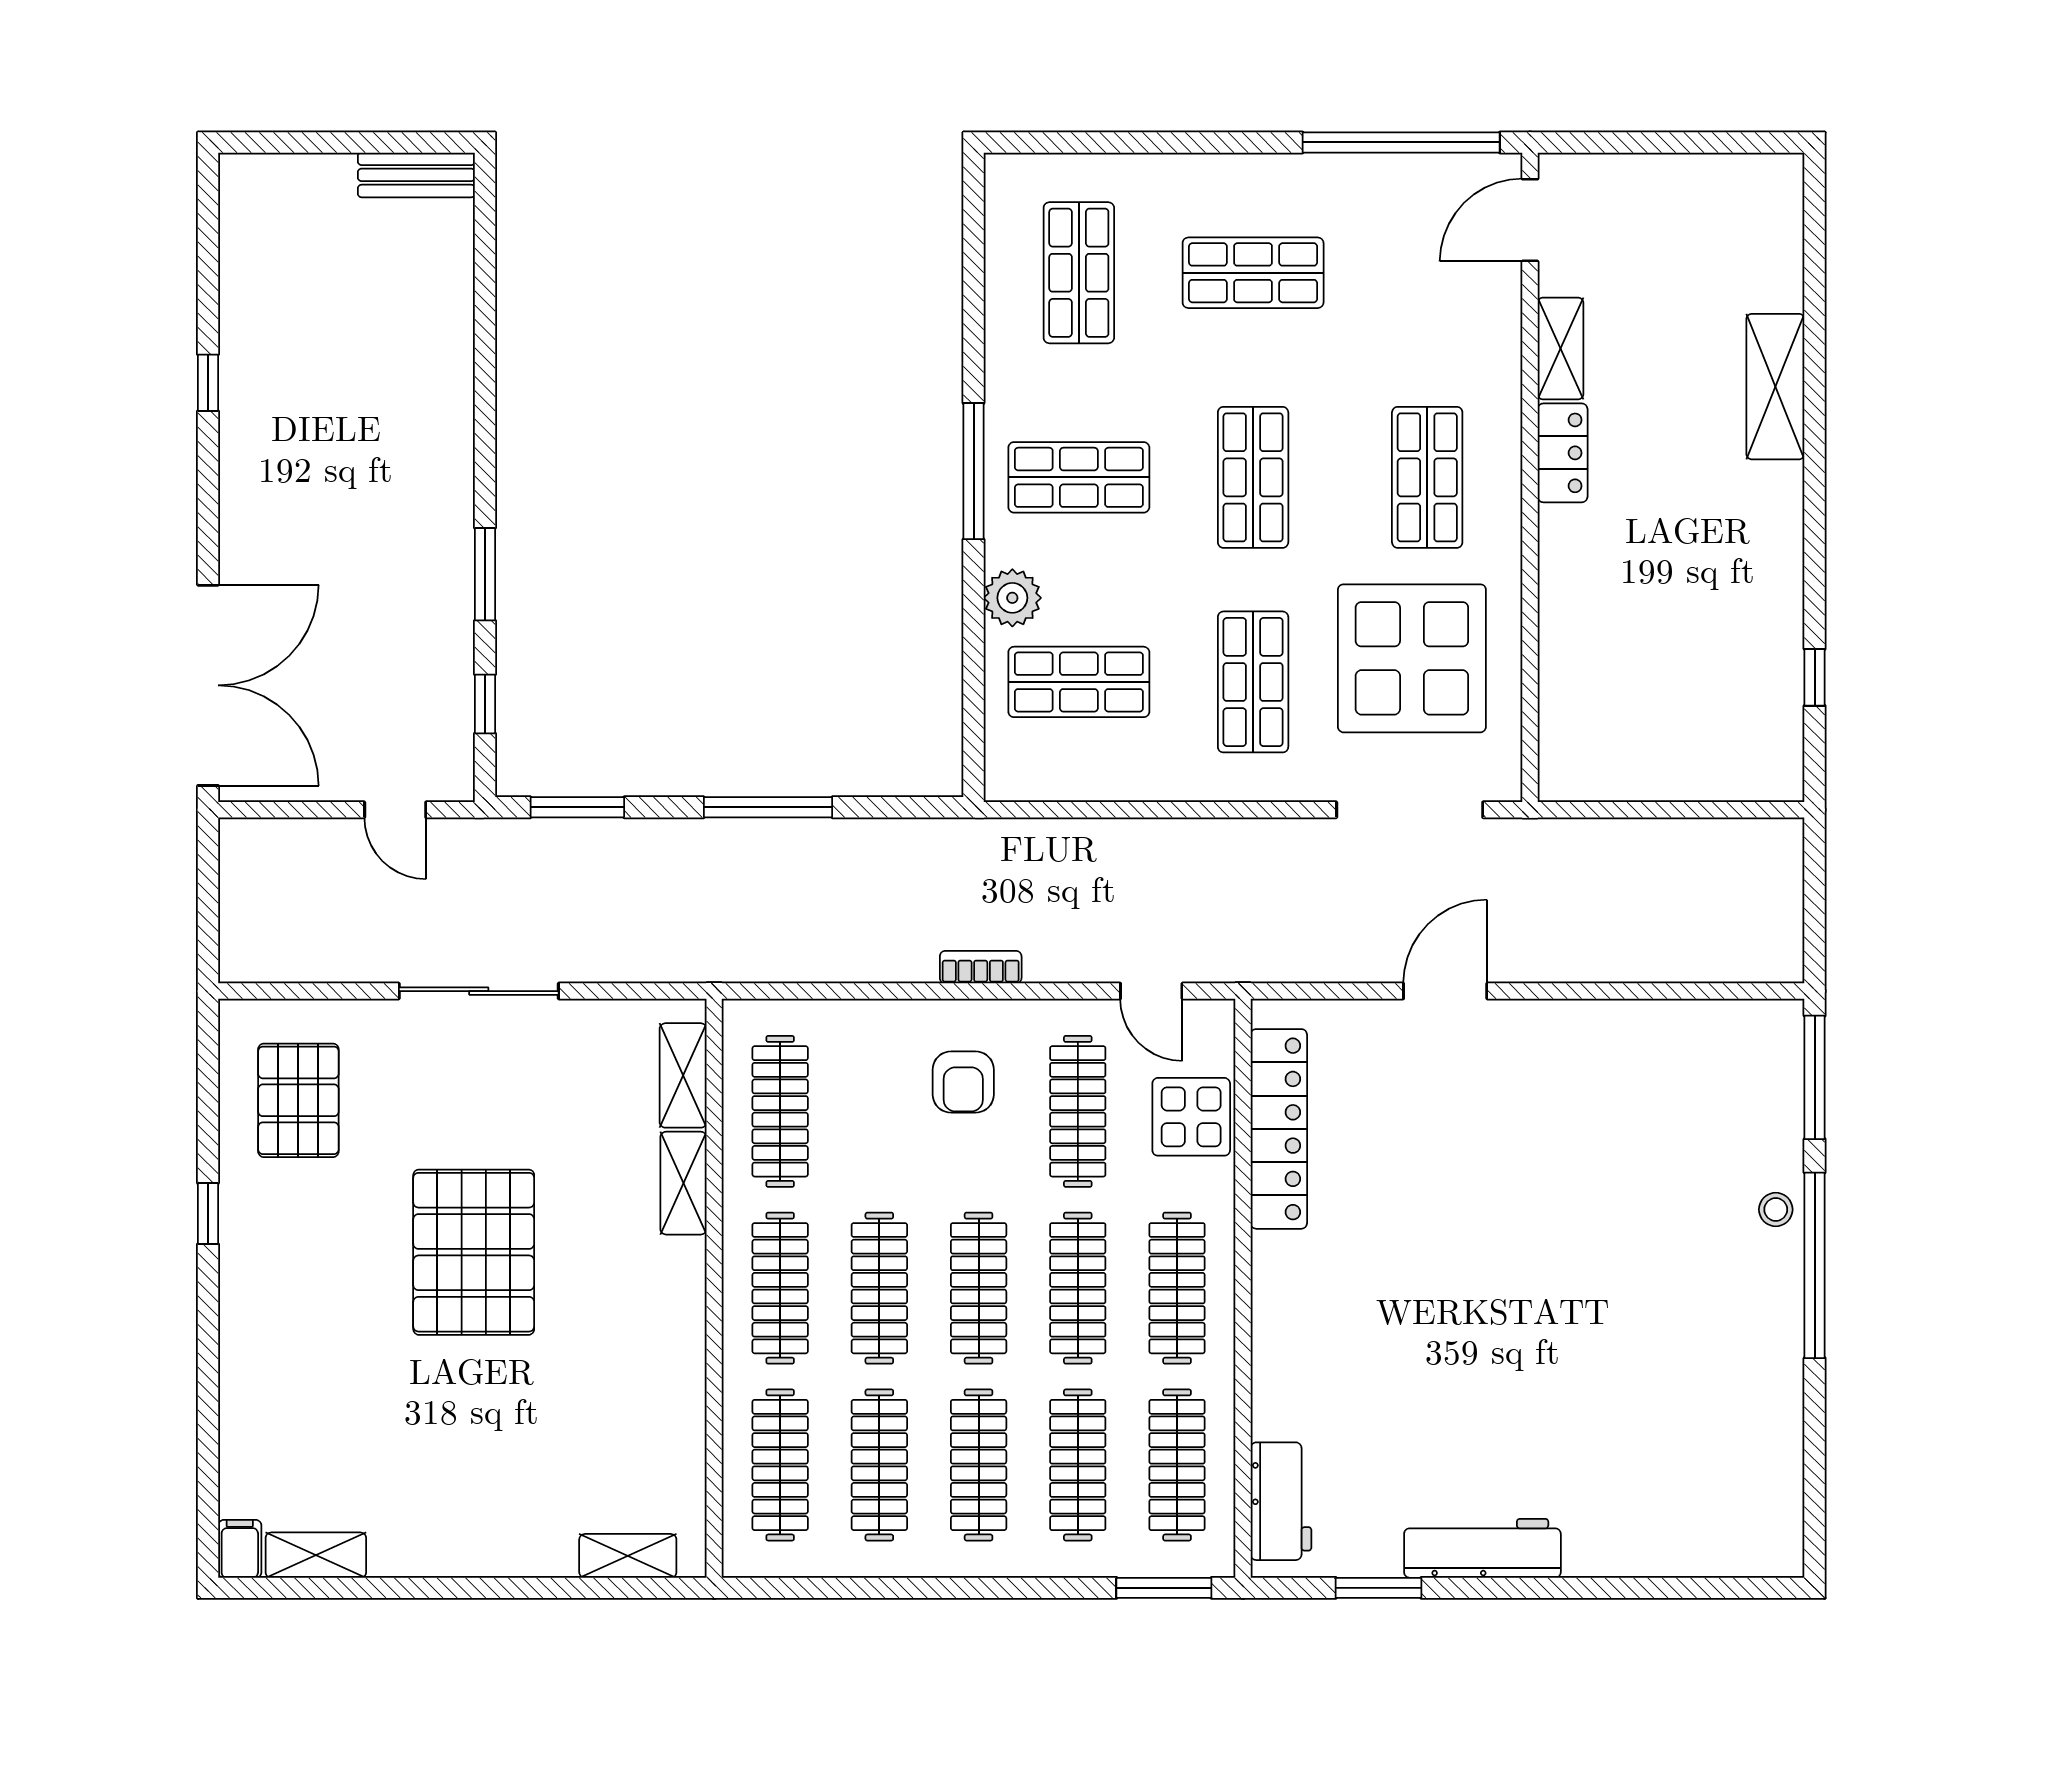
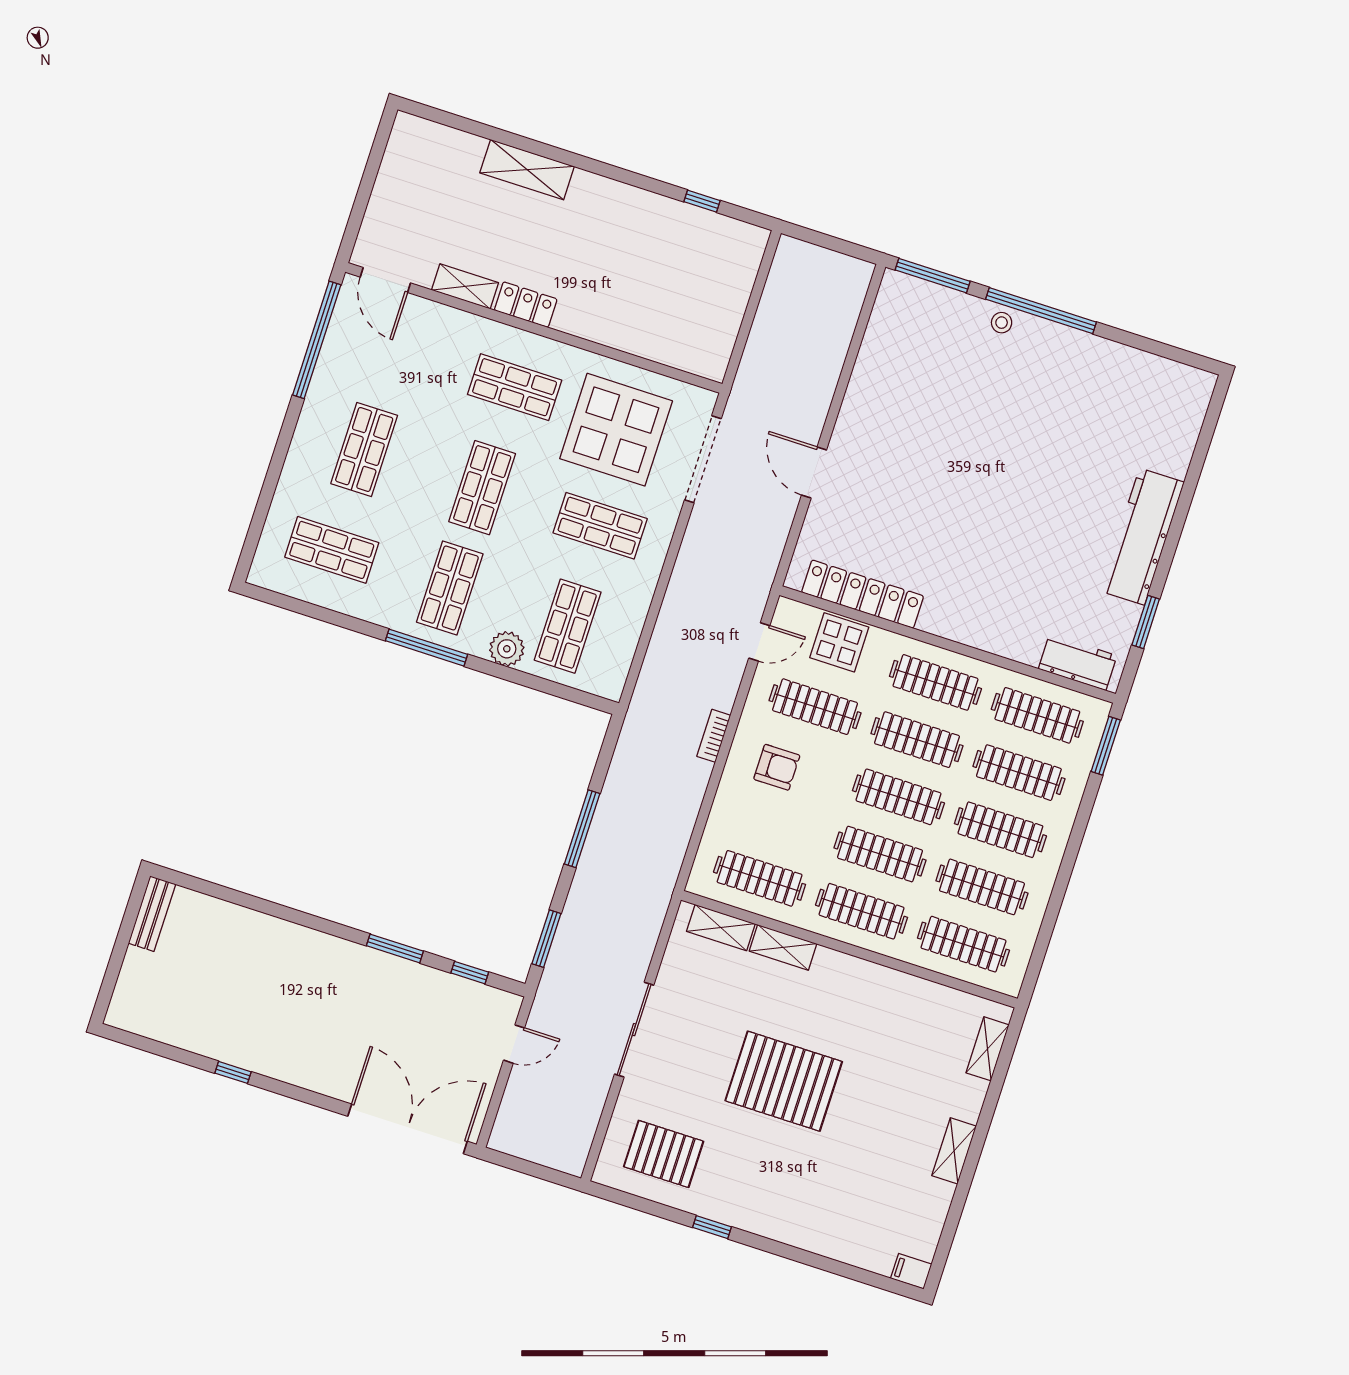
shop shelf: (1253, 477) -> (482, 488), turned 90
workbench: (1482, 1548) -> (1142, 537), width x1.36, depth x1.32
shelving: (316, 1555) -> (954, 1151), moved

